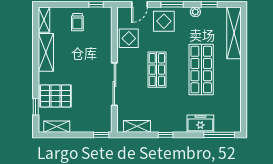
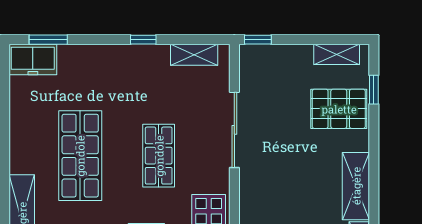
freezer: (200, 124) -> (33, 60), moved
window: (219, 135) -> (48, 40), width x0.69

